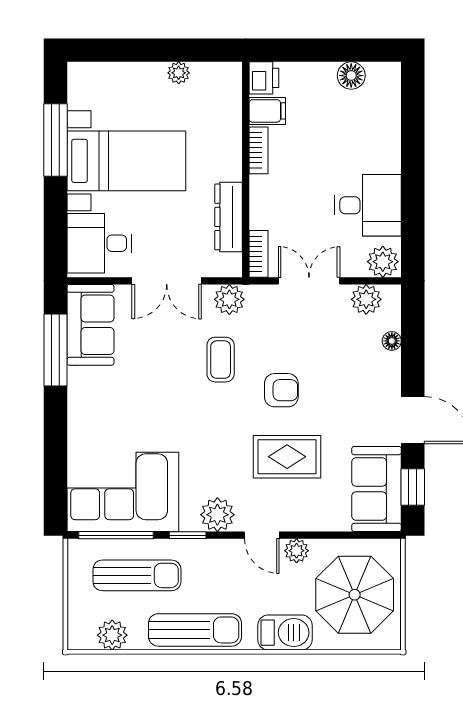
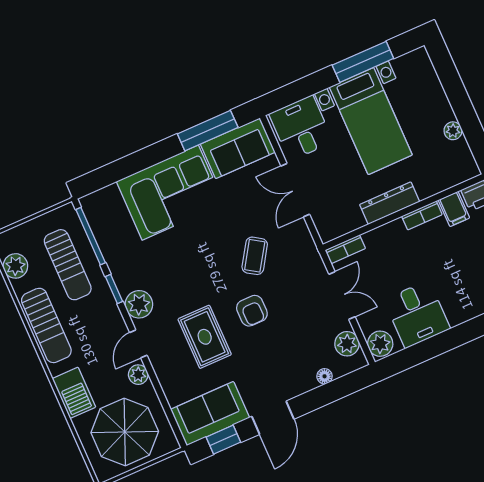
dresser: (229, 217) -> (390, 203), moved
plant: (229, 299) -> (302, 243), removed
coffee table: (221, 360) -> (255, 256), turned -57
corner sofa: (123, 492) -> (170, 193), moved, turned 90

